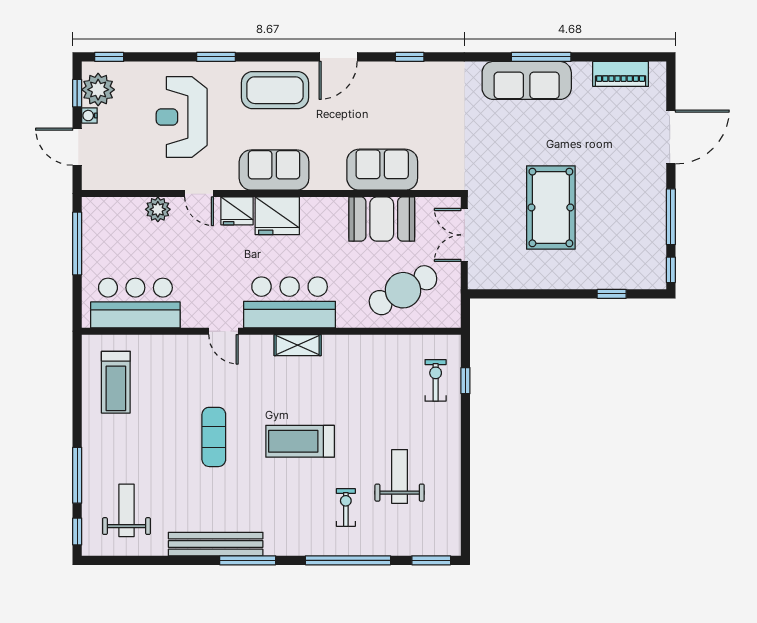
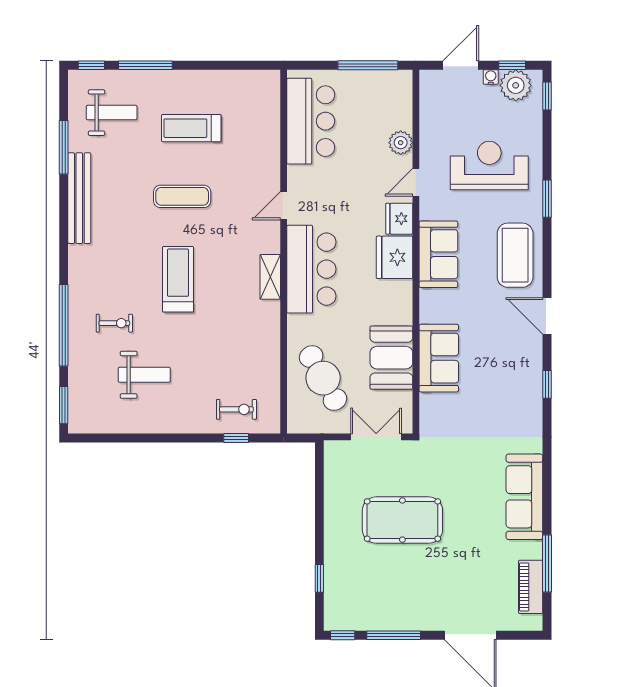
window: (541, 57) -> (547, 563), moved
treadmill: (116, 382) -> (191, 128), moved
window: (248, 560) -> (64, 147), moved

